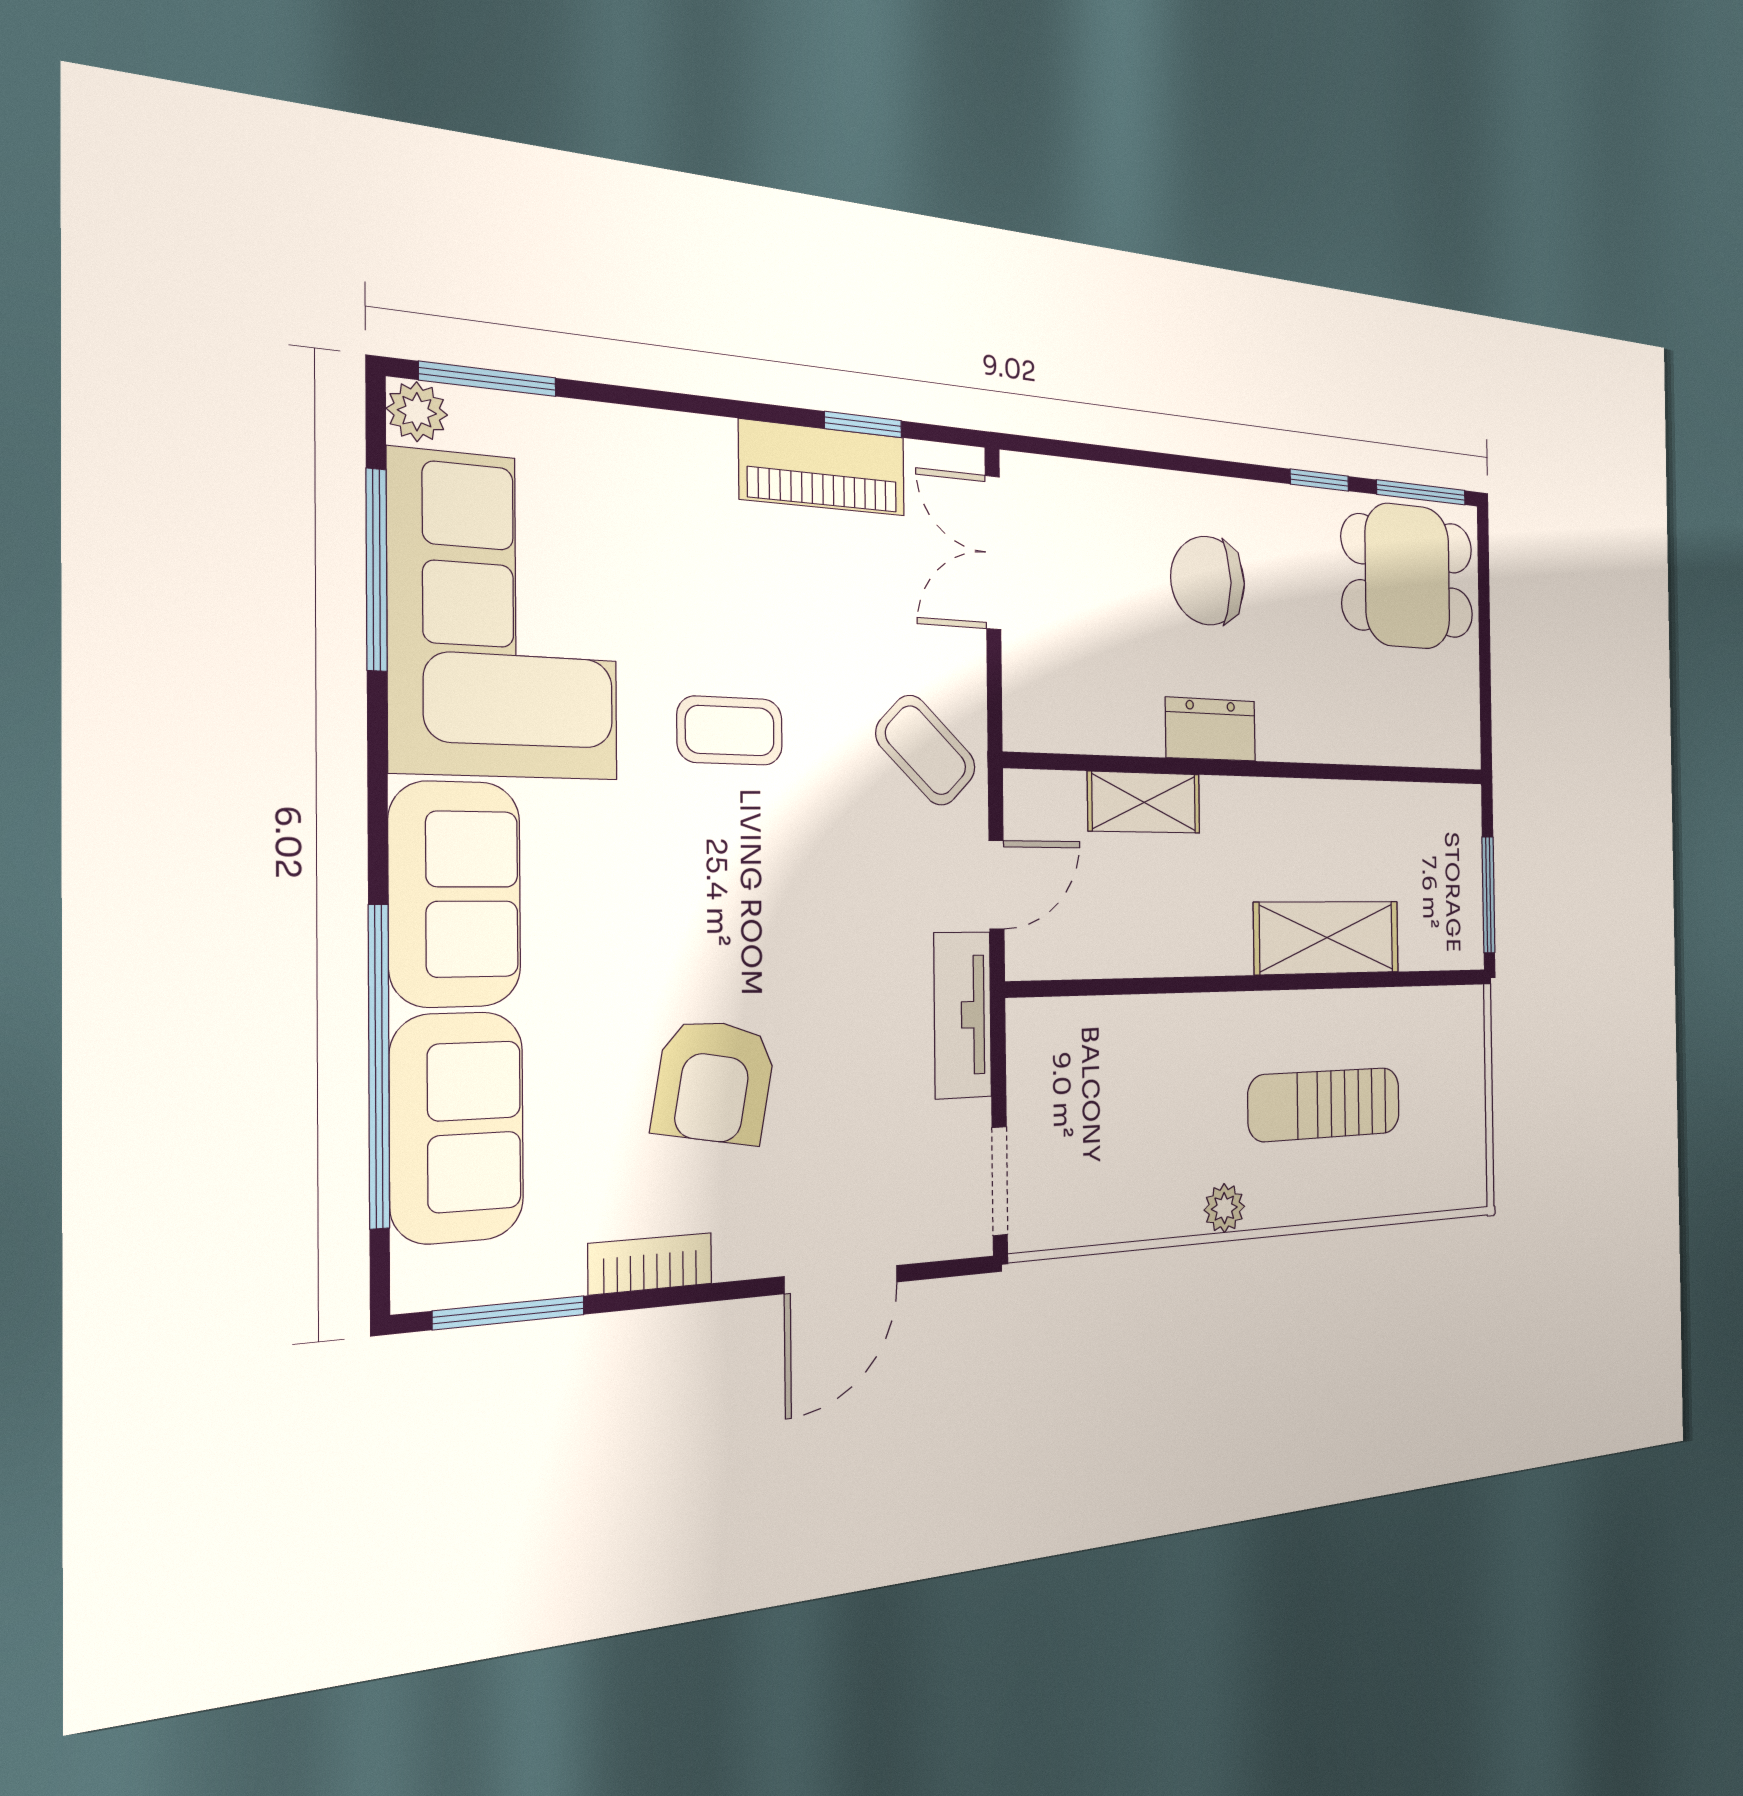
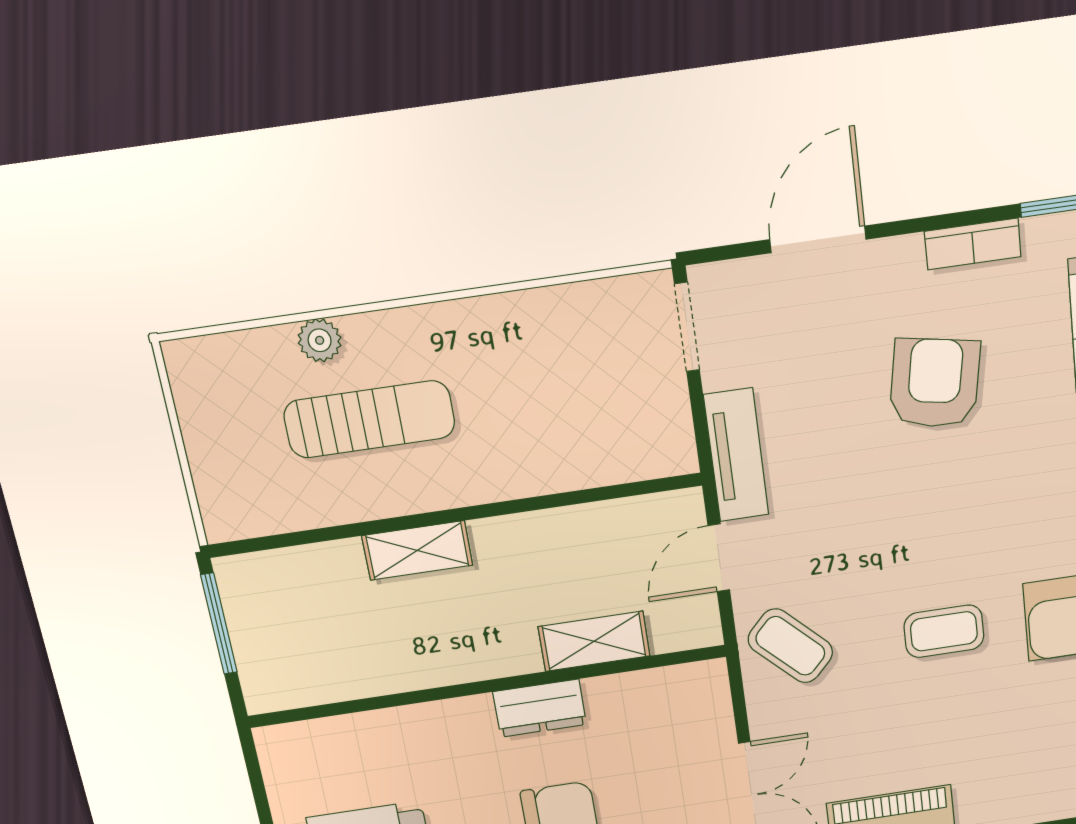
shelving: (1327, 938) -> (417, 550), width x0.67, depth x0.75
plant: (1224, 1208) -> (320, 340), moved

